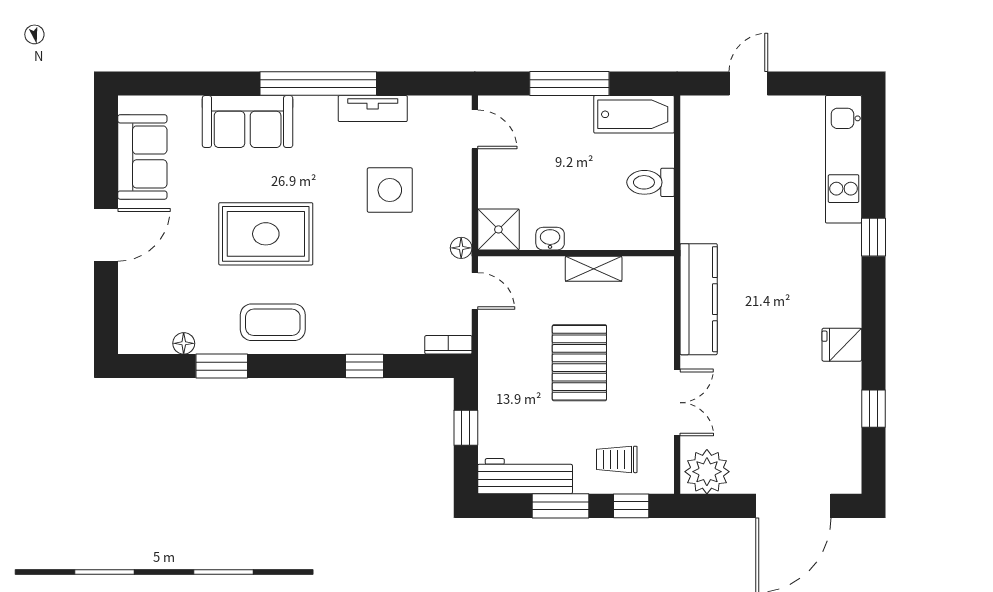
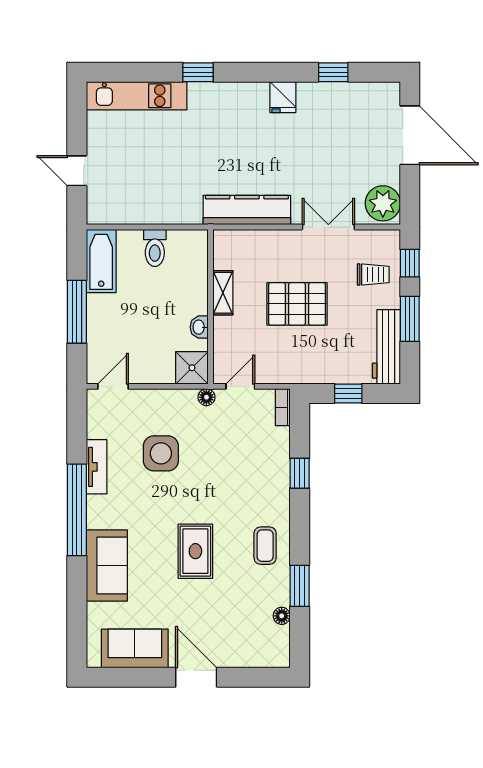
rug: (266, 234) -> (195, 551), width x0.73, depth x0.70
coffee table: (273, 322) -> (265, 546), width x0.73, depth x0.77
trolley: (617, 459) -> (373, 274), turned -90

